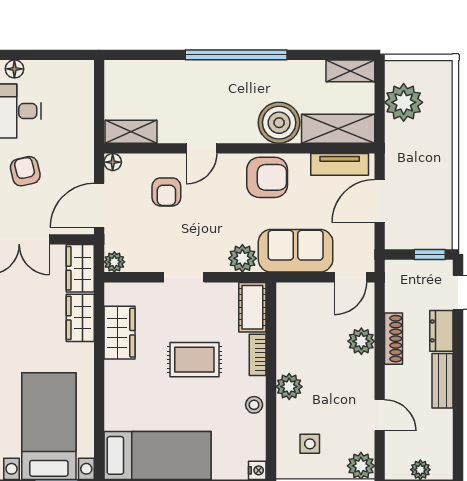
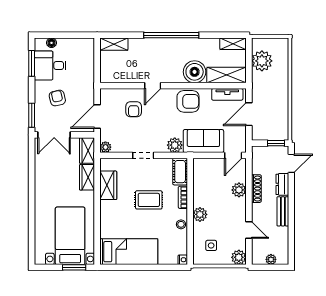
shelving: (131, 132) -> (114, 44), moved
floor lamp: (113, 162) -> (105, 93), removed

